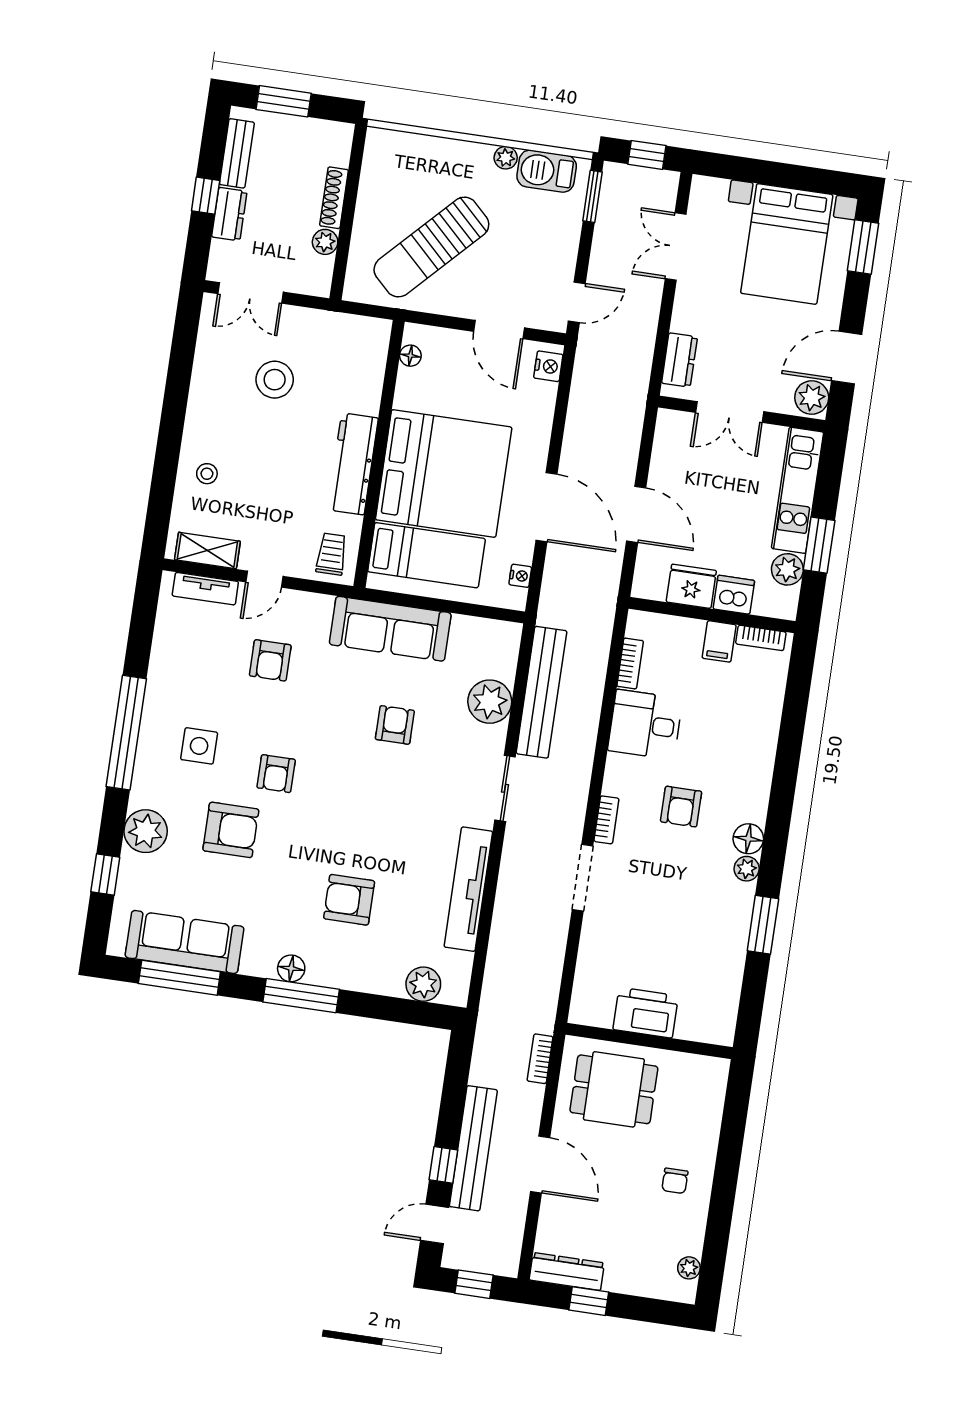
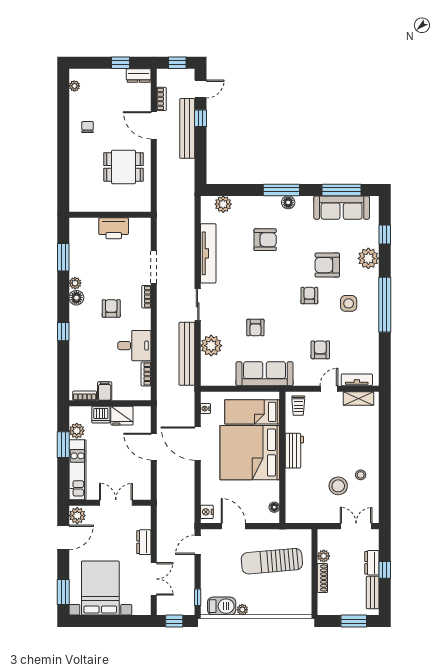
window: (592, 196) -> (198, 597), width x0.67
sun lounger: (431, 247) -> (272, 561), turned -139
dresser: (680, 360) -> (144, 542), moved
workbench: (353, 464) -> (294, 451), width x0.73
stool: (207, 474) -> (361, 475), moved
window: (785, 774) -> (63, 332), added
printer: (646, 1013) -> (114, 228), moved
wall: (649, 1041) -> (110, 215), moved
bookcase: (540, 1059) -> (161, 99), moved
dresser: (567, 1272) -> (139, 76), width x0.70

